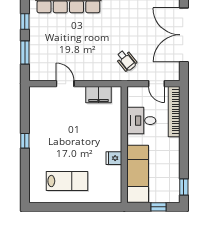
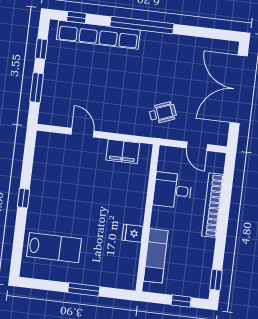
wheelchair: (126, 60) -> (163, 113), turned -72
bookcase: (174, 112) -> (213, 205), moved
exam couch: (138, 174) -> (156, 256), width x0.73, depth x0.69
lab bench: (67, 181) -> (54, 248), moved
window: (81, 207) -> (84, 290), added

